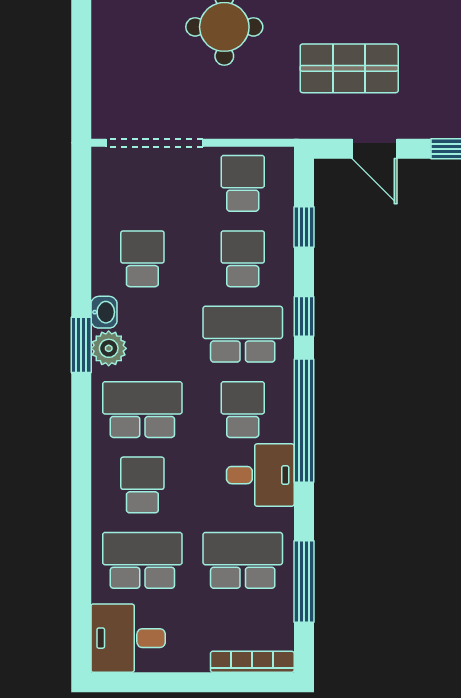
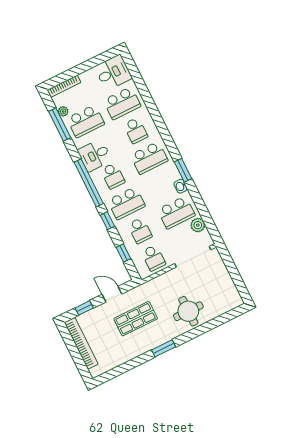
school desk: (142, 259) -> (176, 212), width x1.85
plant: (109, 348) -> (198, 225), moved
plant: (282, 607) -> (63, 111), added

